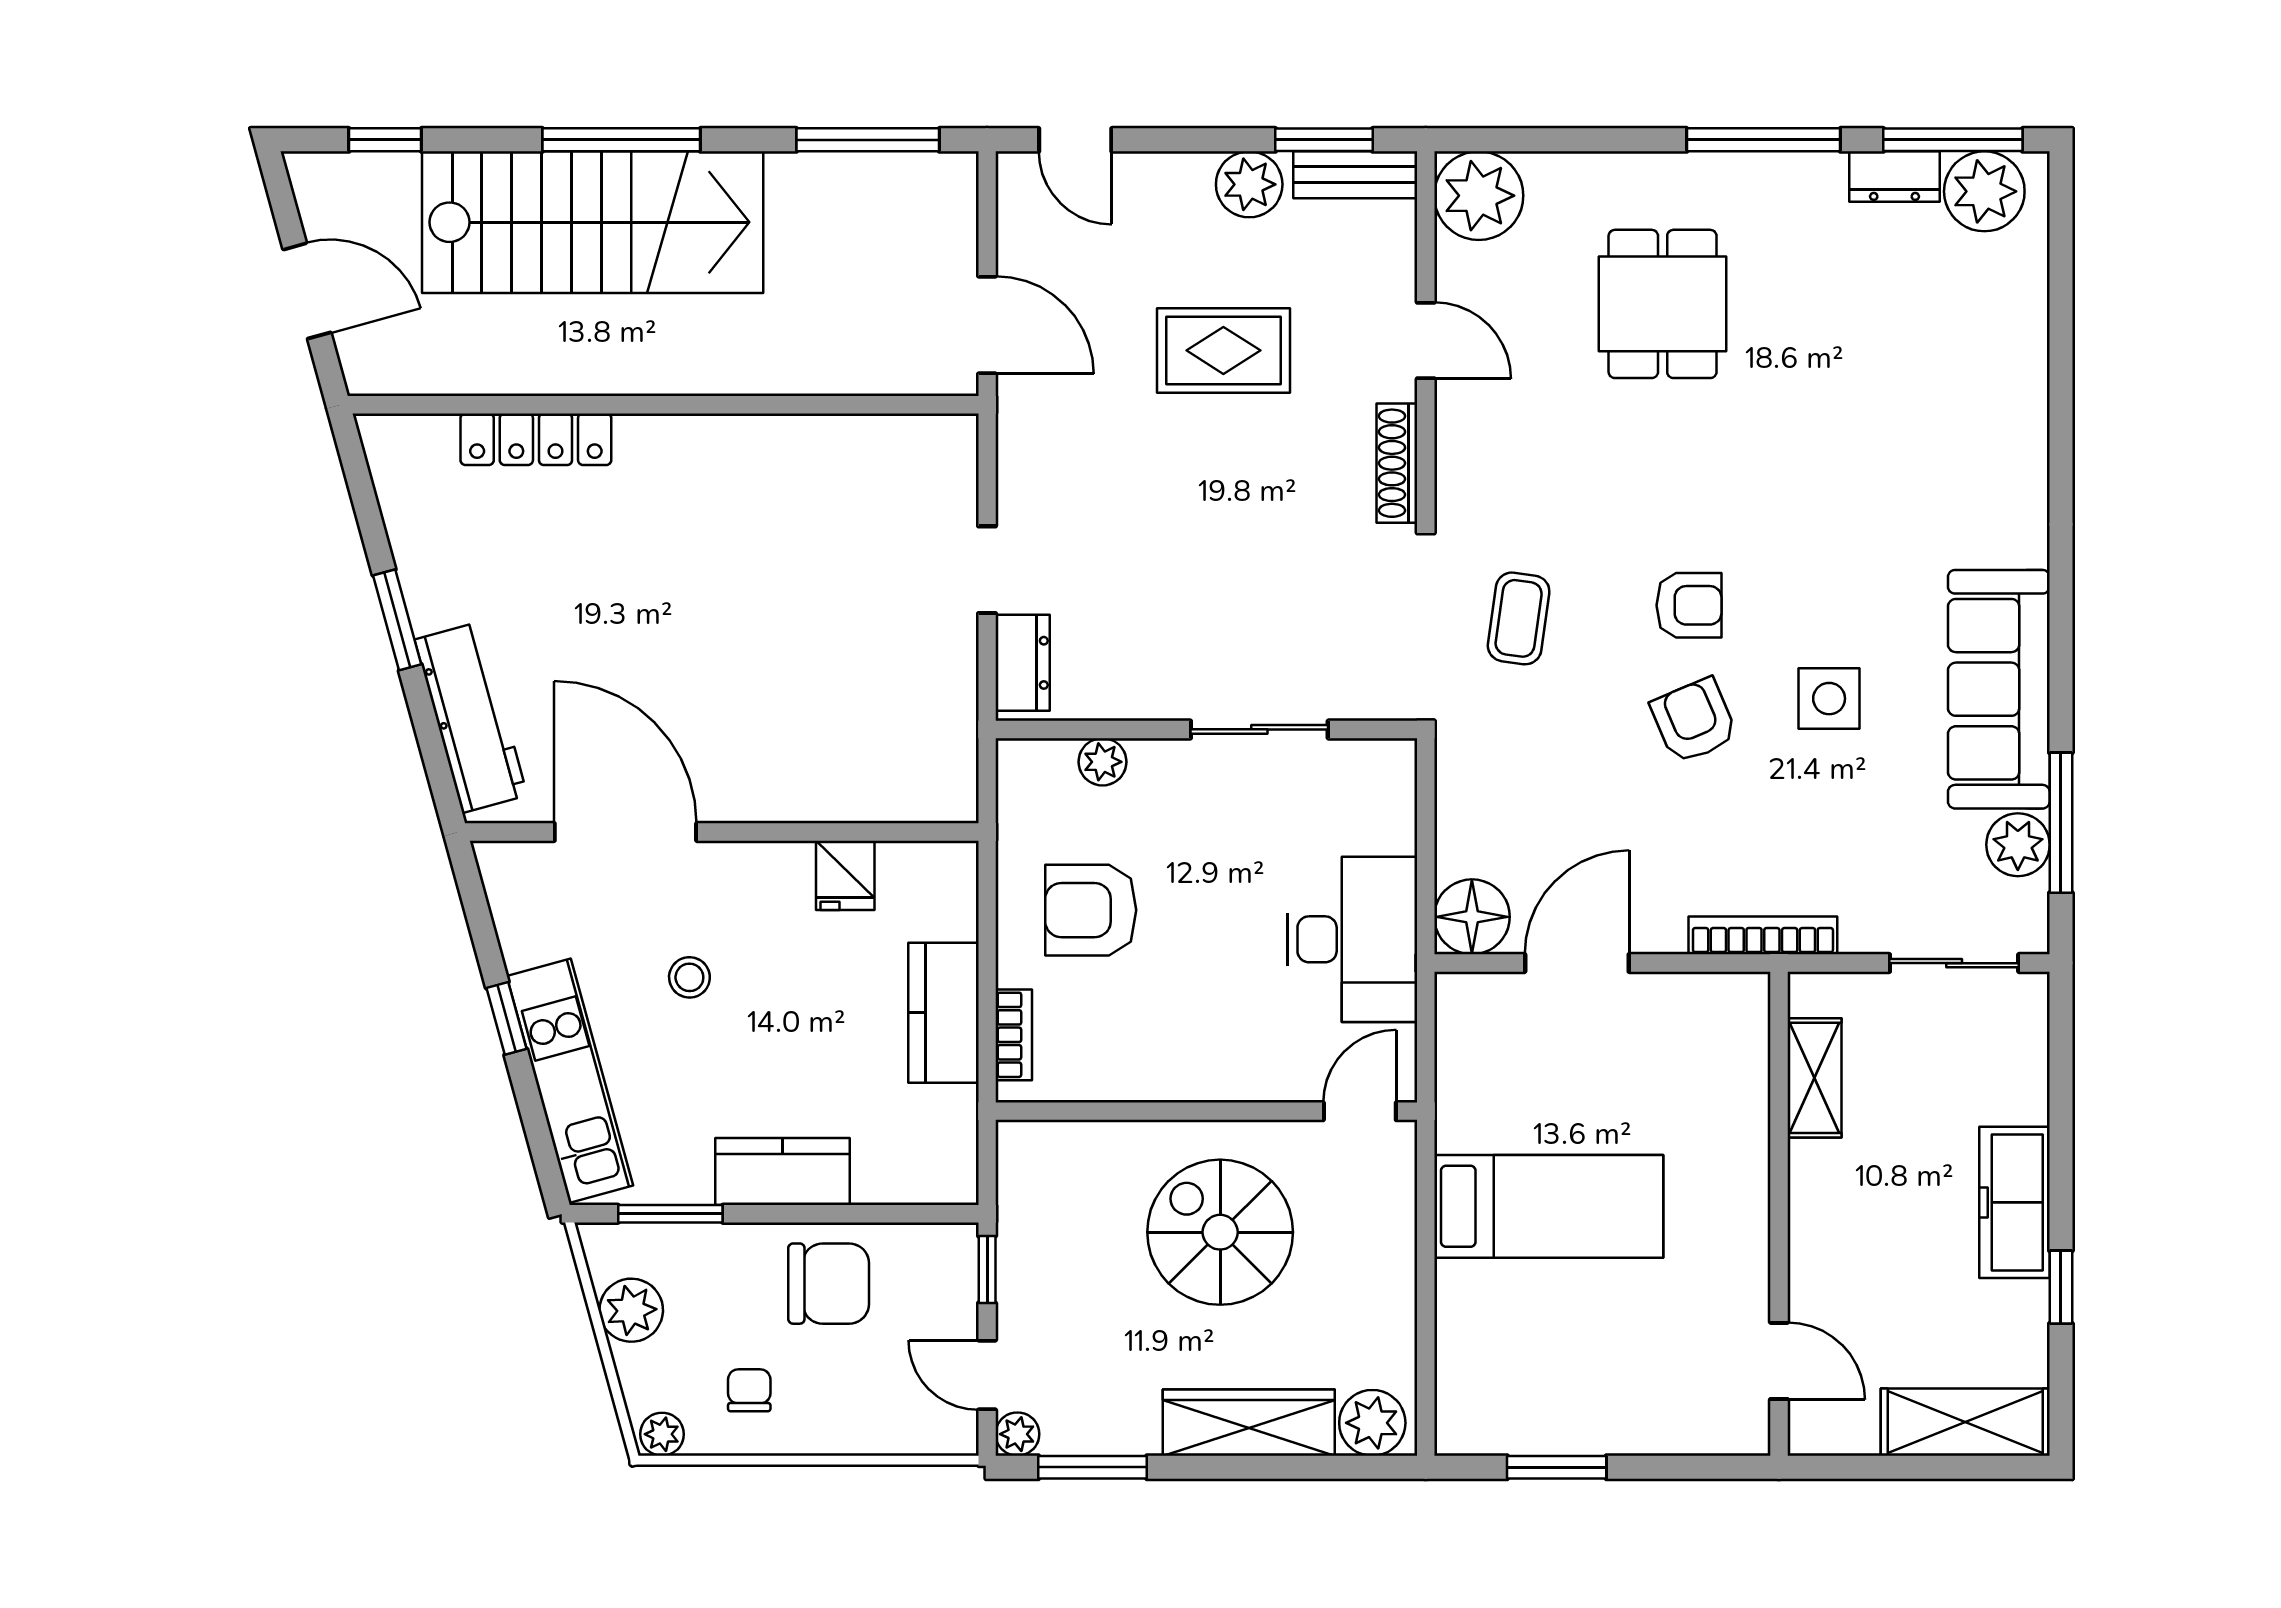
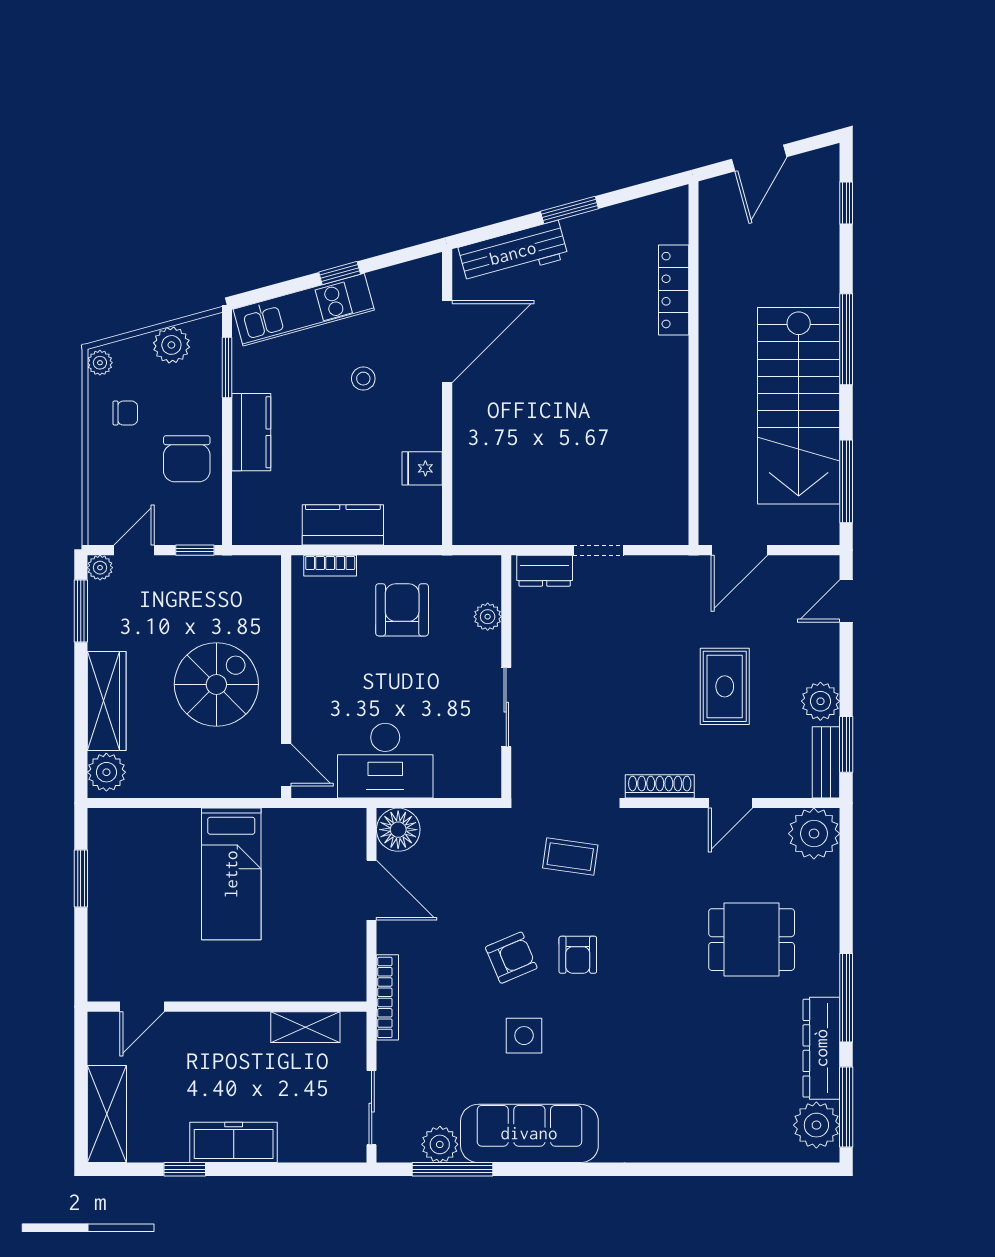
dresser: (1895, 177) -> (821, 1048), width x1.96, depth x1.24
stairs: (593, 222) -> (799, 406), moved

